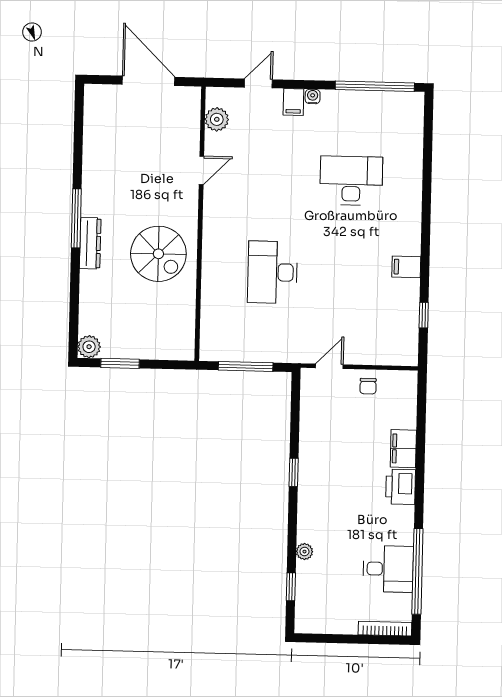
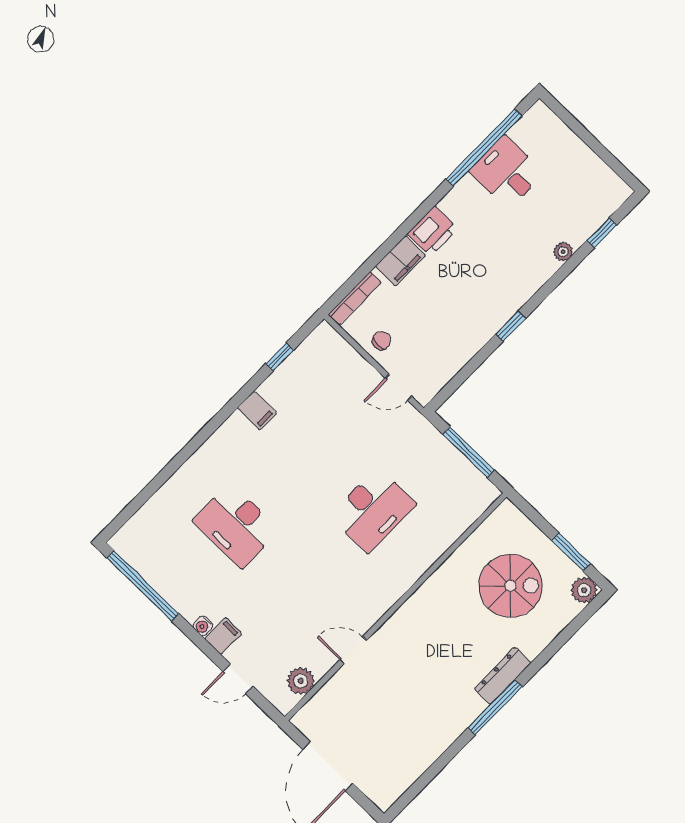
spiral stairs: (158, 254) -> (510, 586), moved, turned 90
bookcase: (385, 629) -> (355, 299), moved, turned -90

